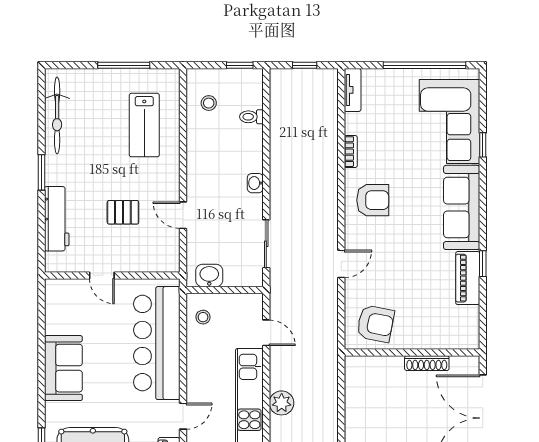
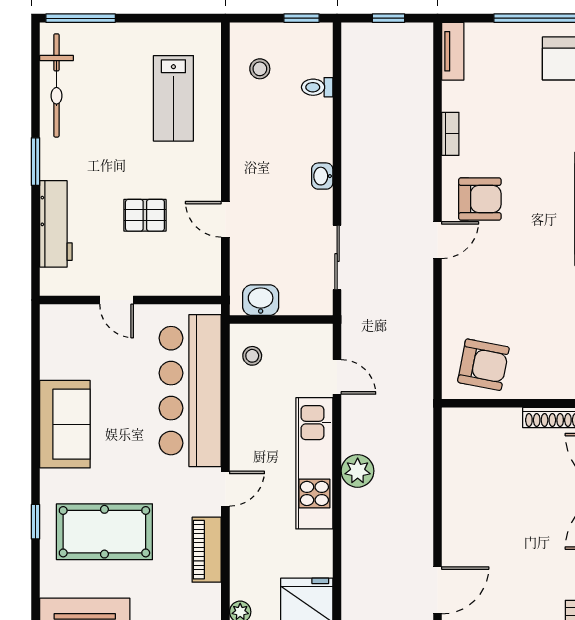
window: (124, 65) -> (81, 18), moved
door: (341, 264) -> (438, 240), moved

